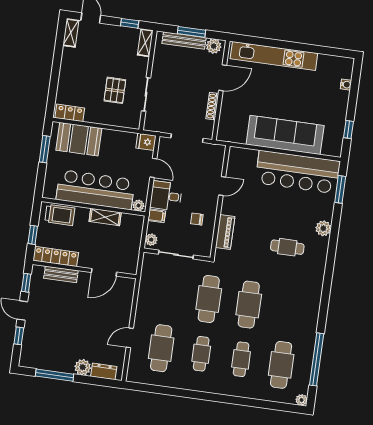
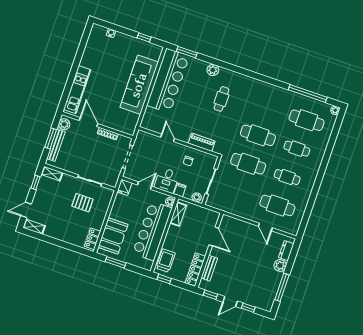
kitchen unit: (274, 56) -> (77, 90), width x0.73
shelving: (105, 217) -> (178, 214), moved
window: (33, 235) -> (164, 279), moved

